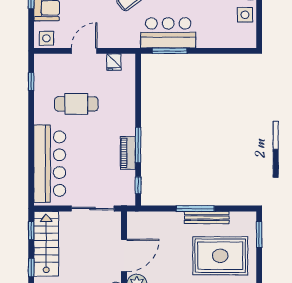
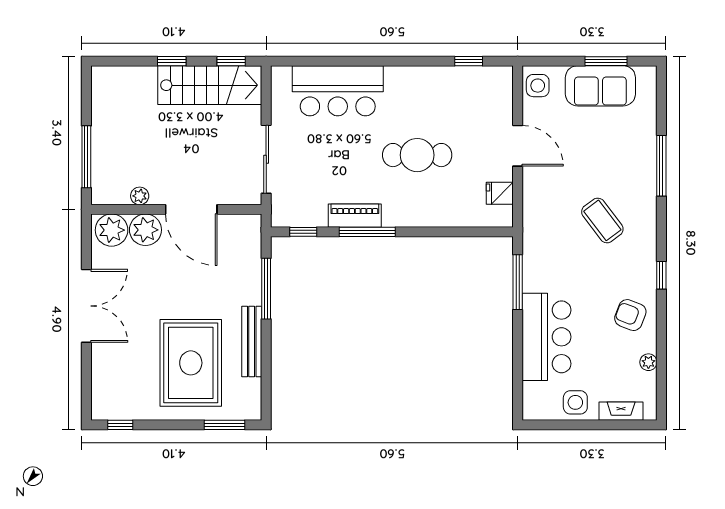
bar counter: (168, 33) -> (546, 337), moved
cafe table: (76, 104) -> (417, 155), moved, turned 90
bar counter: (50, 164) -> (338, 91), width x0.73
window: (195, 209) -> (266, 289), moved

